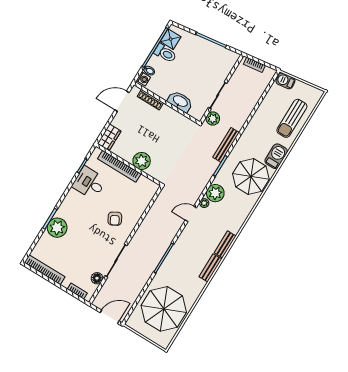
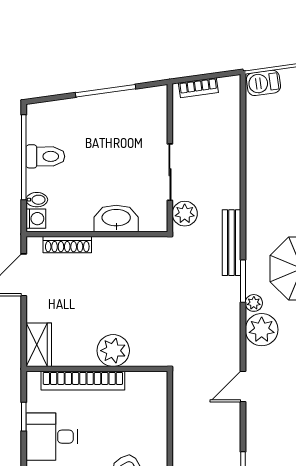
shower: (171, 39) -> (40, 129), removed
plant: (204, 203) -> (254, 303), moved

